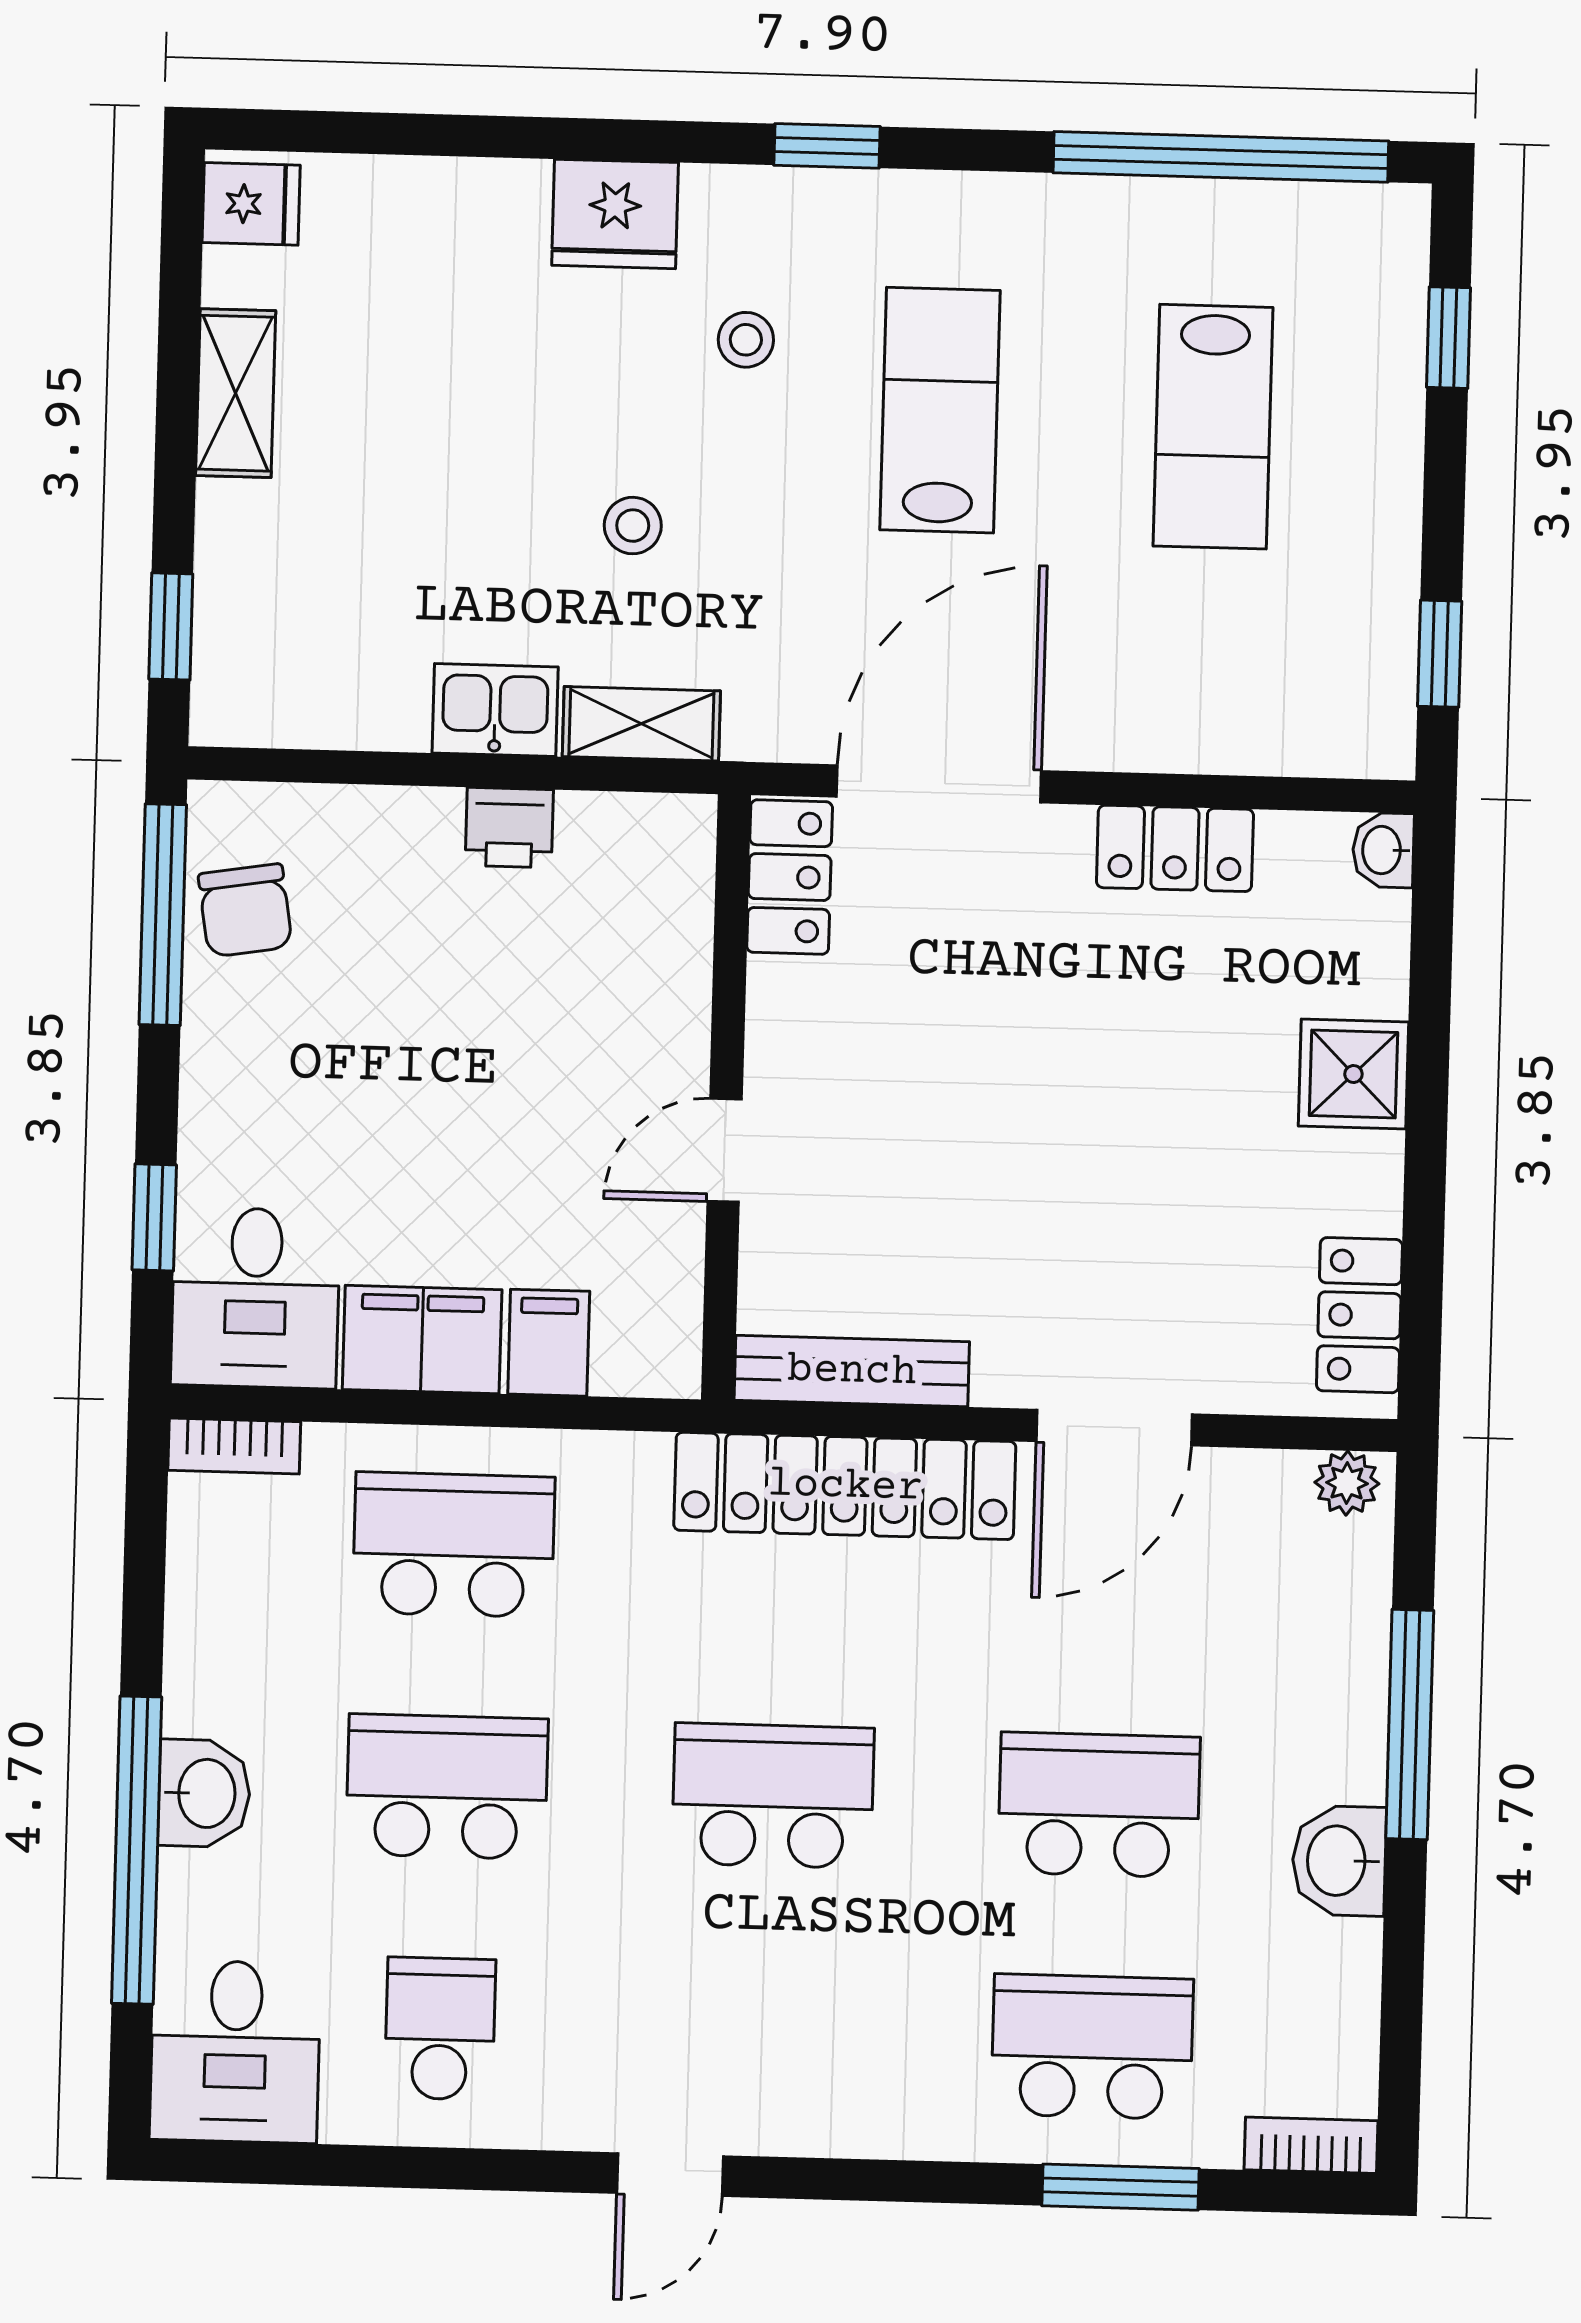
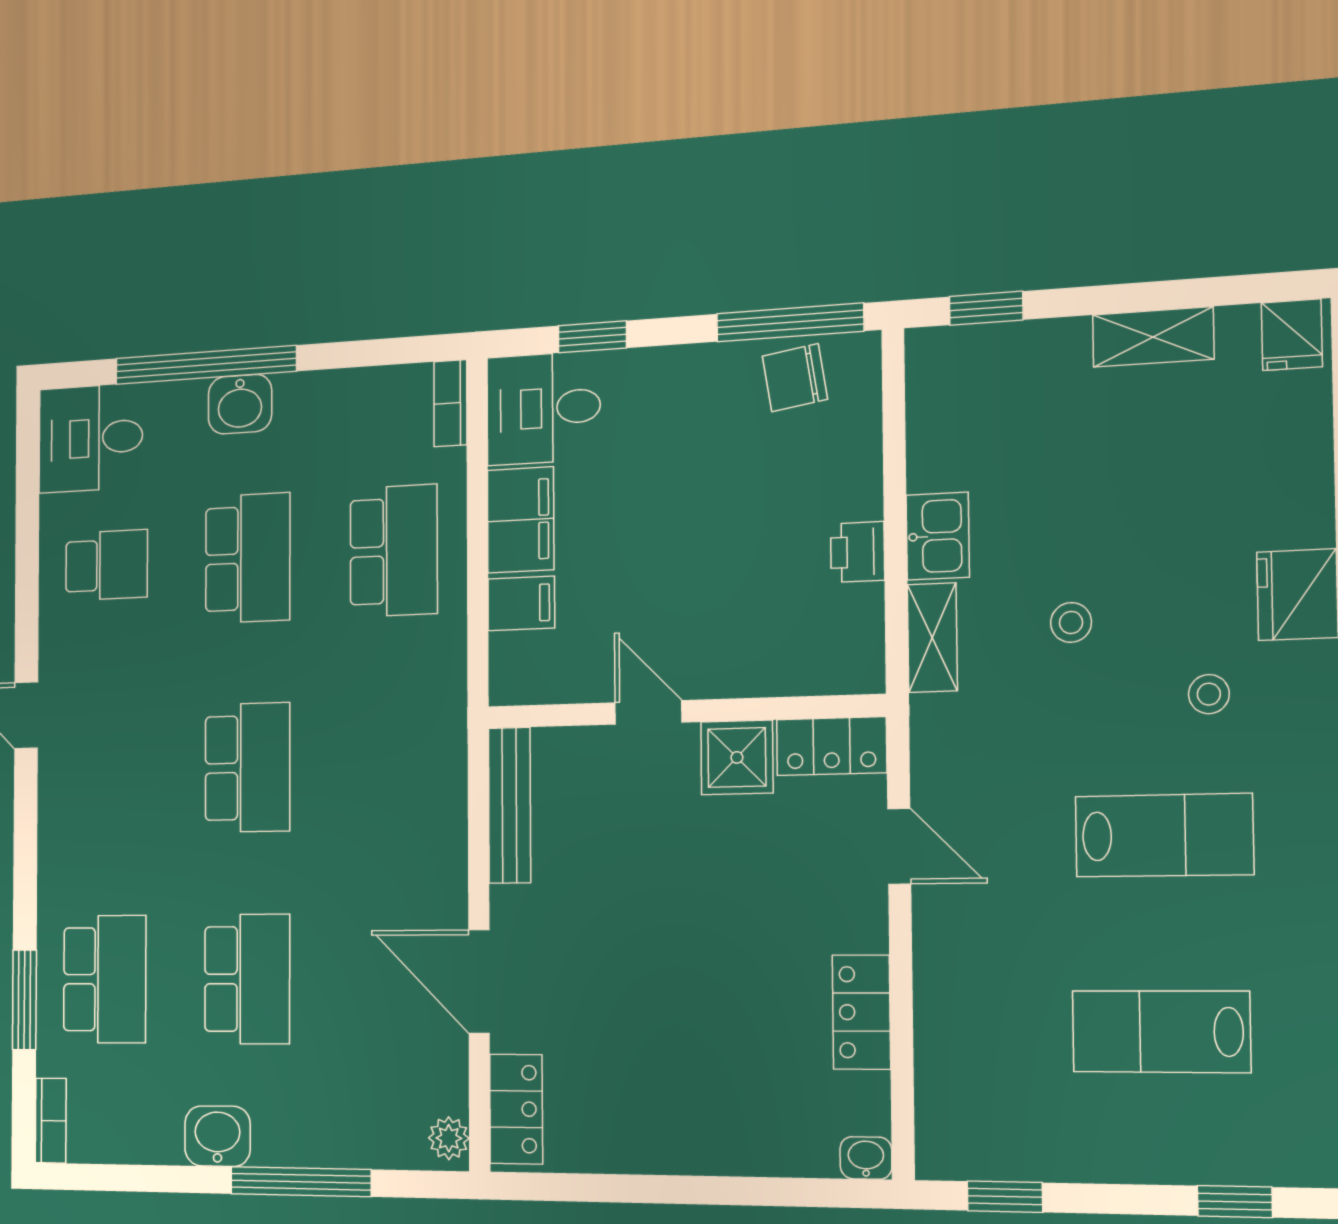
door: (939, 784) -> (899, 846), width x0.53
shower: (1353, 1074) -> (737, 757), moved
locker: (1359, 1315) -> (516, 1109), moved, turned 90
locker: (845, 1486) -> (437, 804), removed

